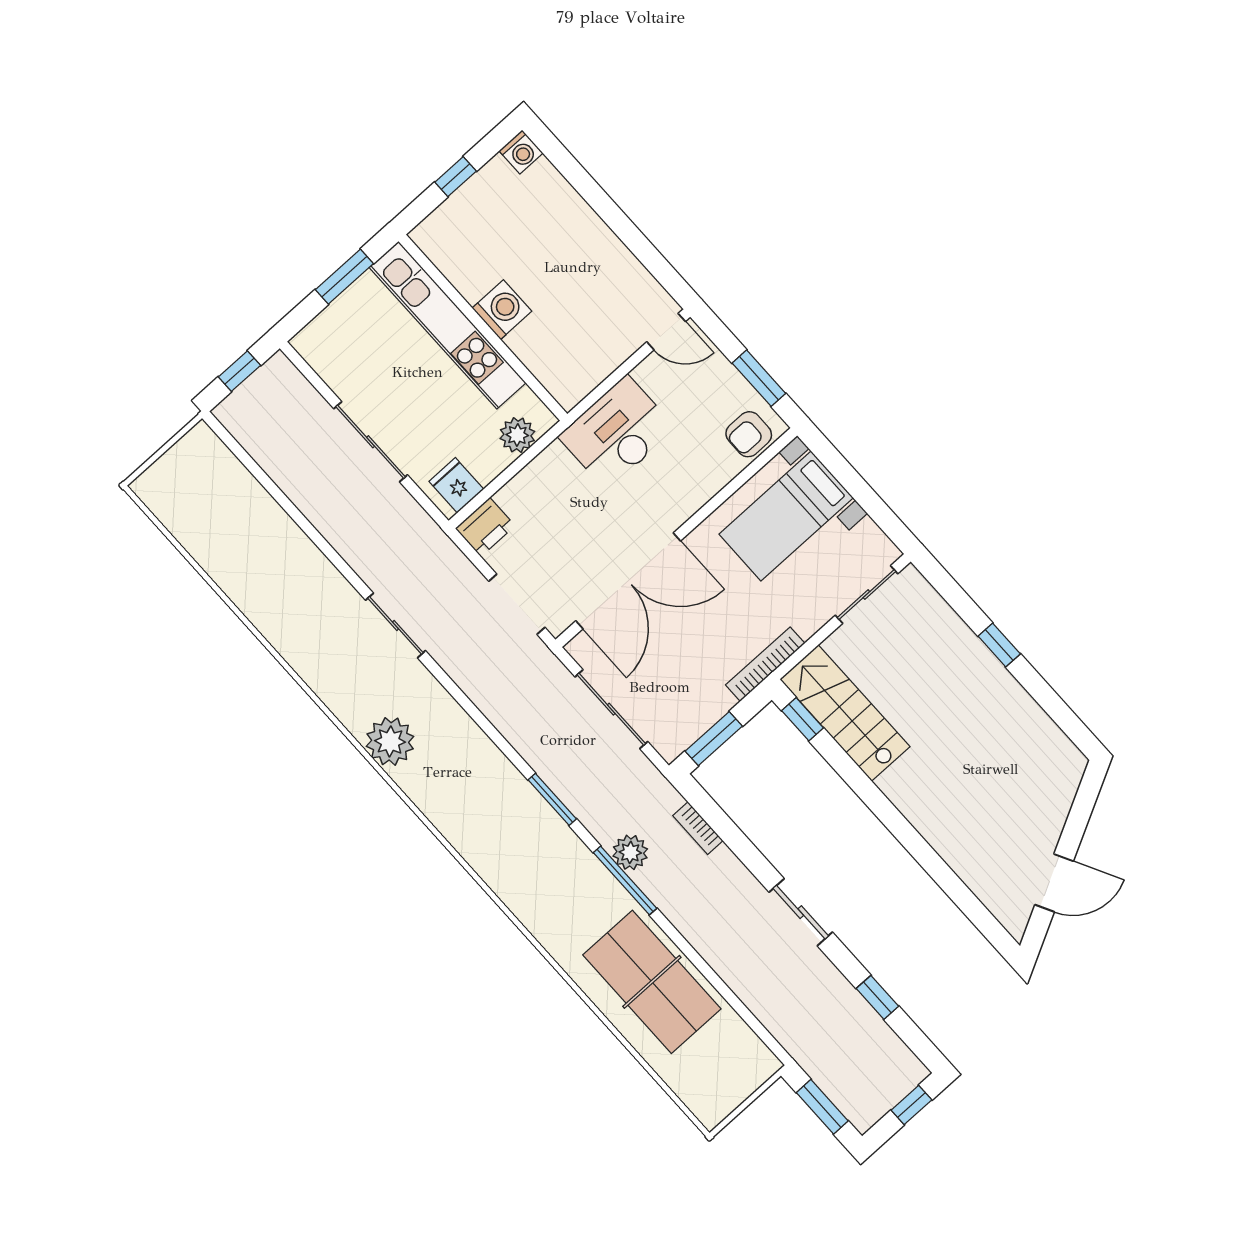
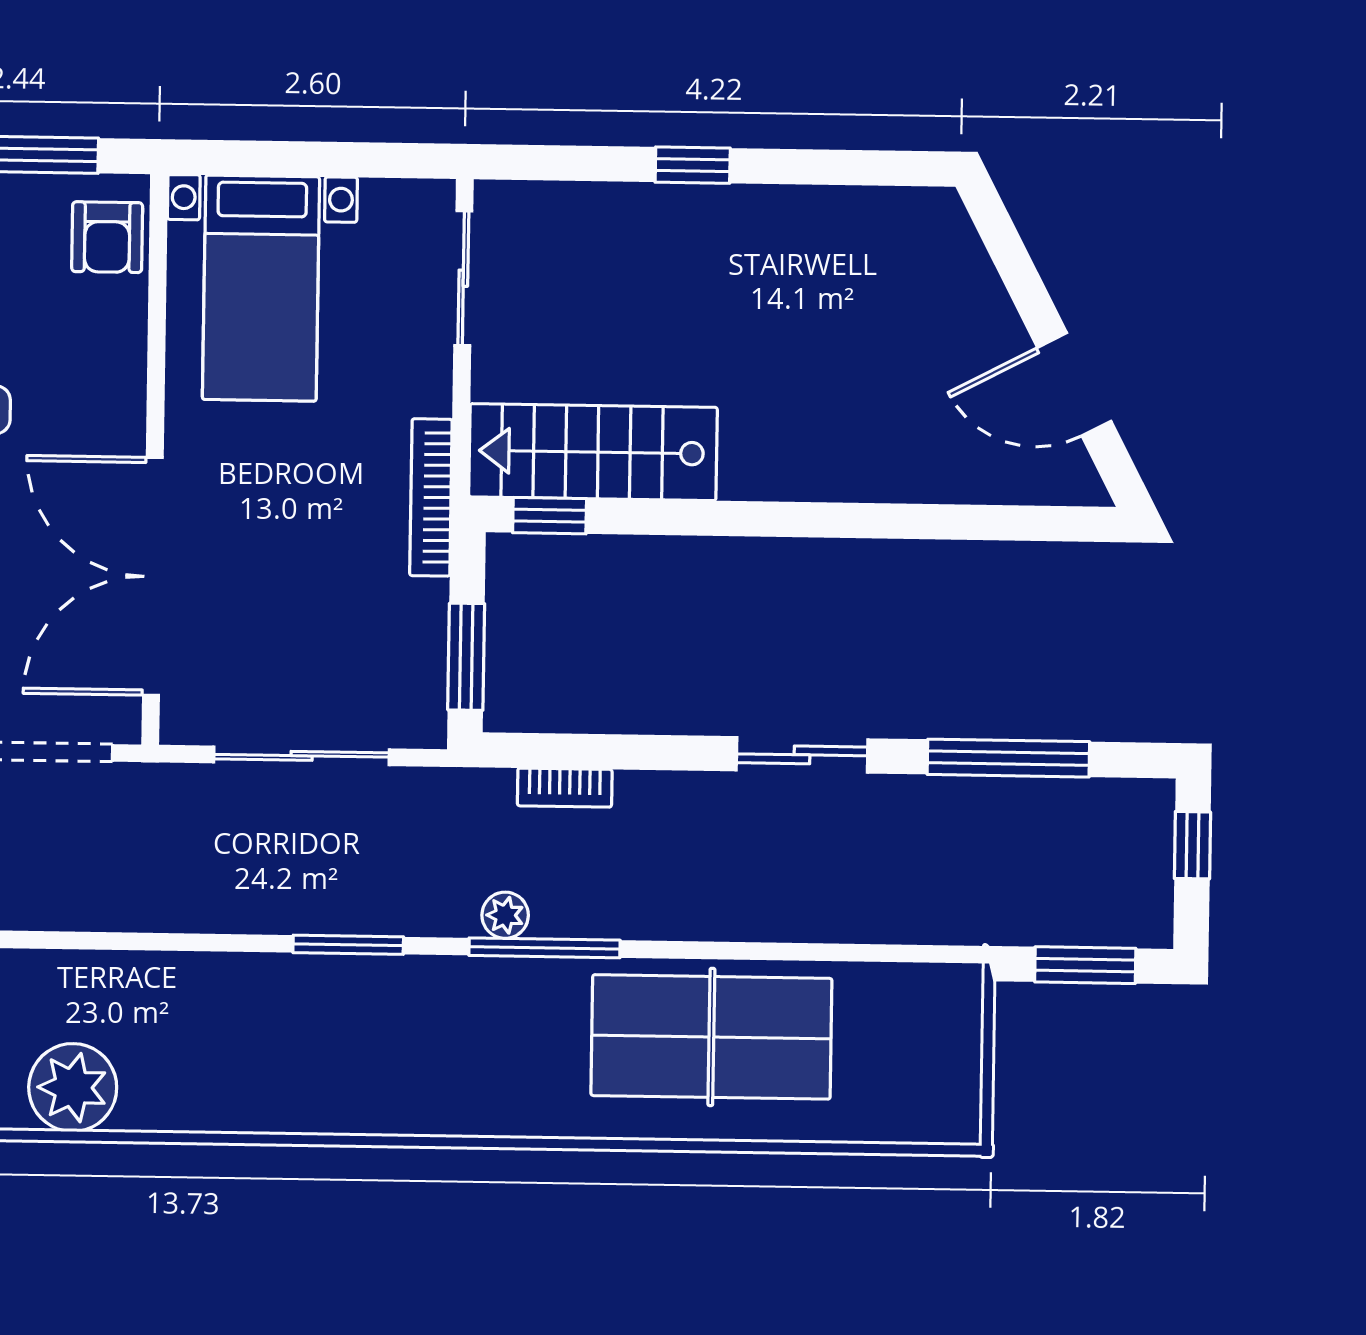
double door: (628, 581) -> (153, 576), swing flipped
plant: (630, 852) -> (505, 915), width x0.73, depth x0.73
door: (1054, 883) -> (1074, 384), swing flipped
window: (877, 997) -> (1008, 758), width x2.17

